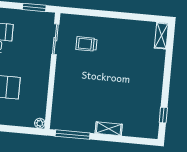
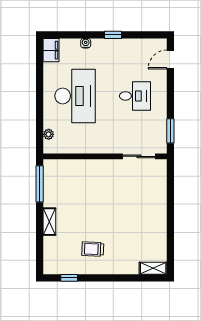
trolley: (86, 44) -> (93, 249), moved, turned -88
plant: (40, 123) -> (49, 134), moved

